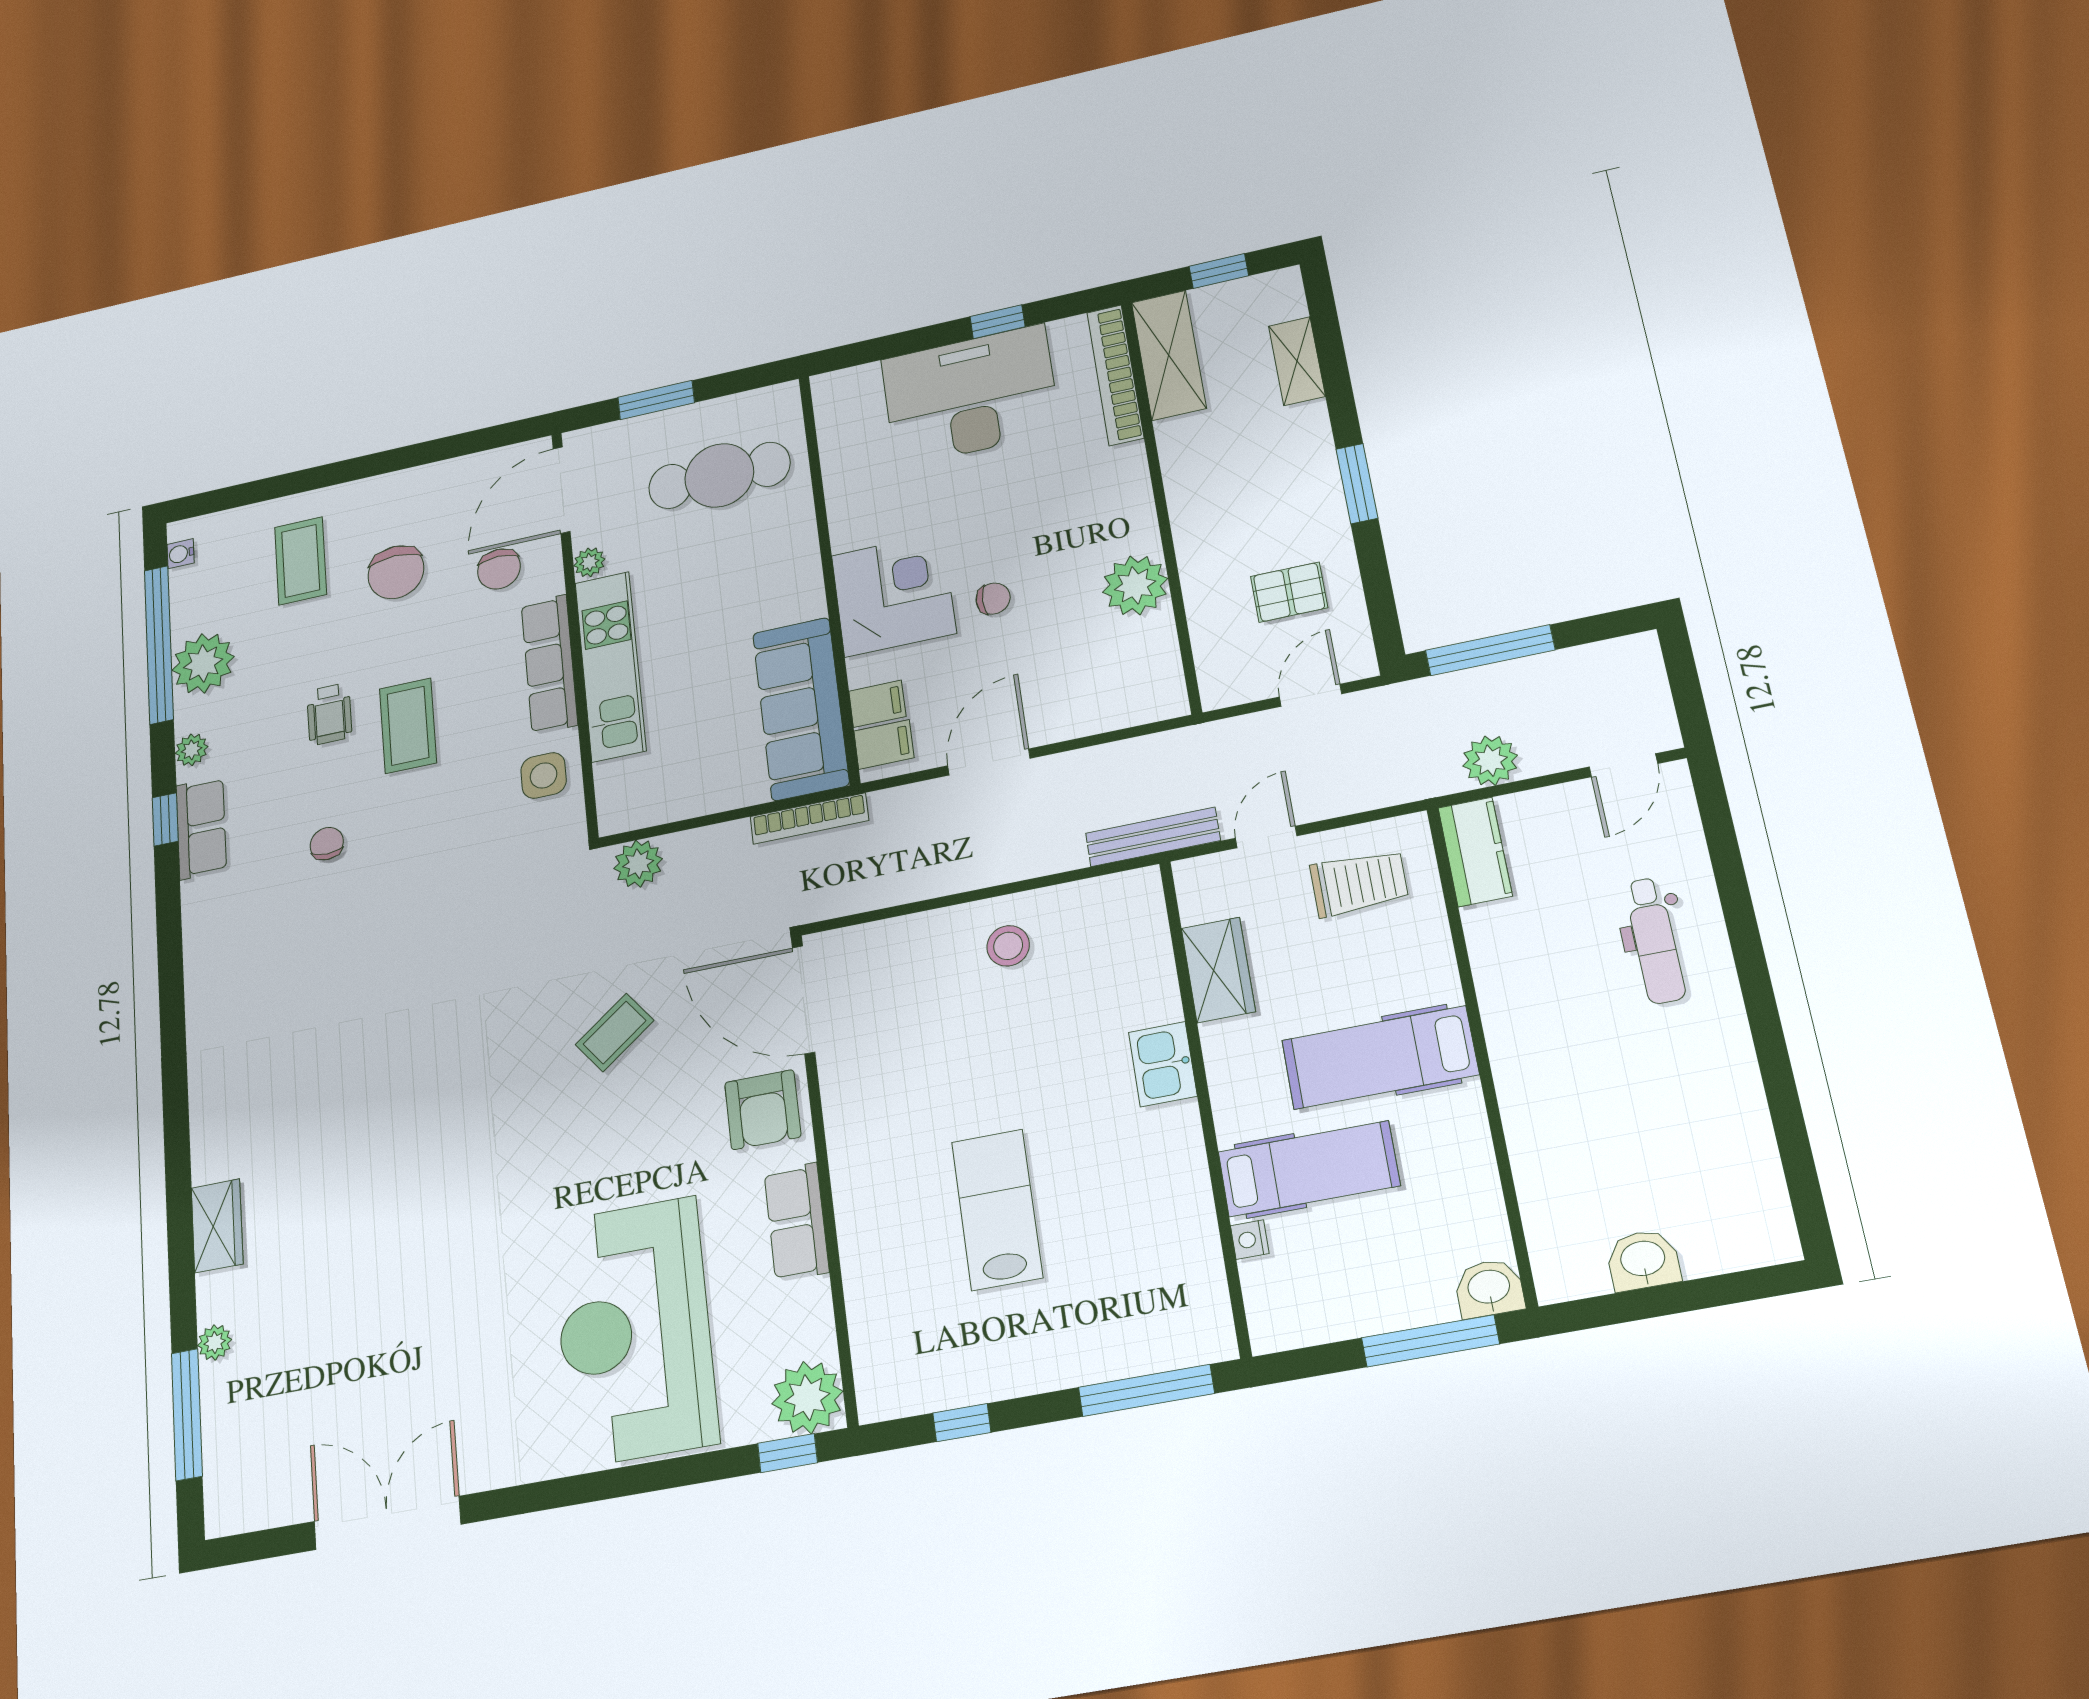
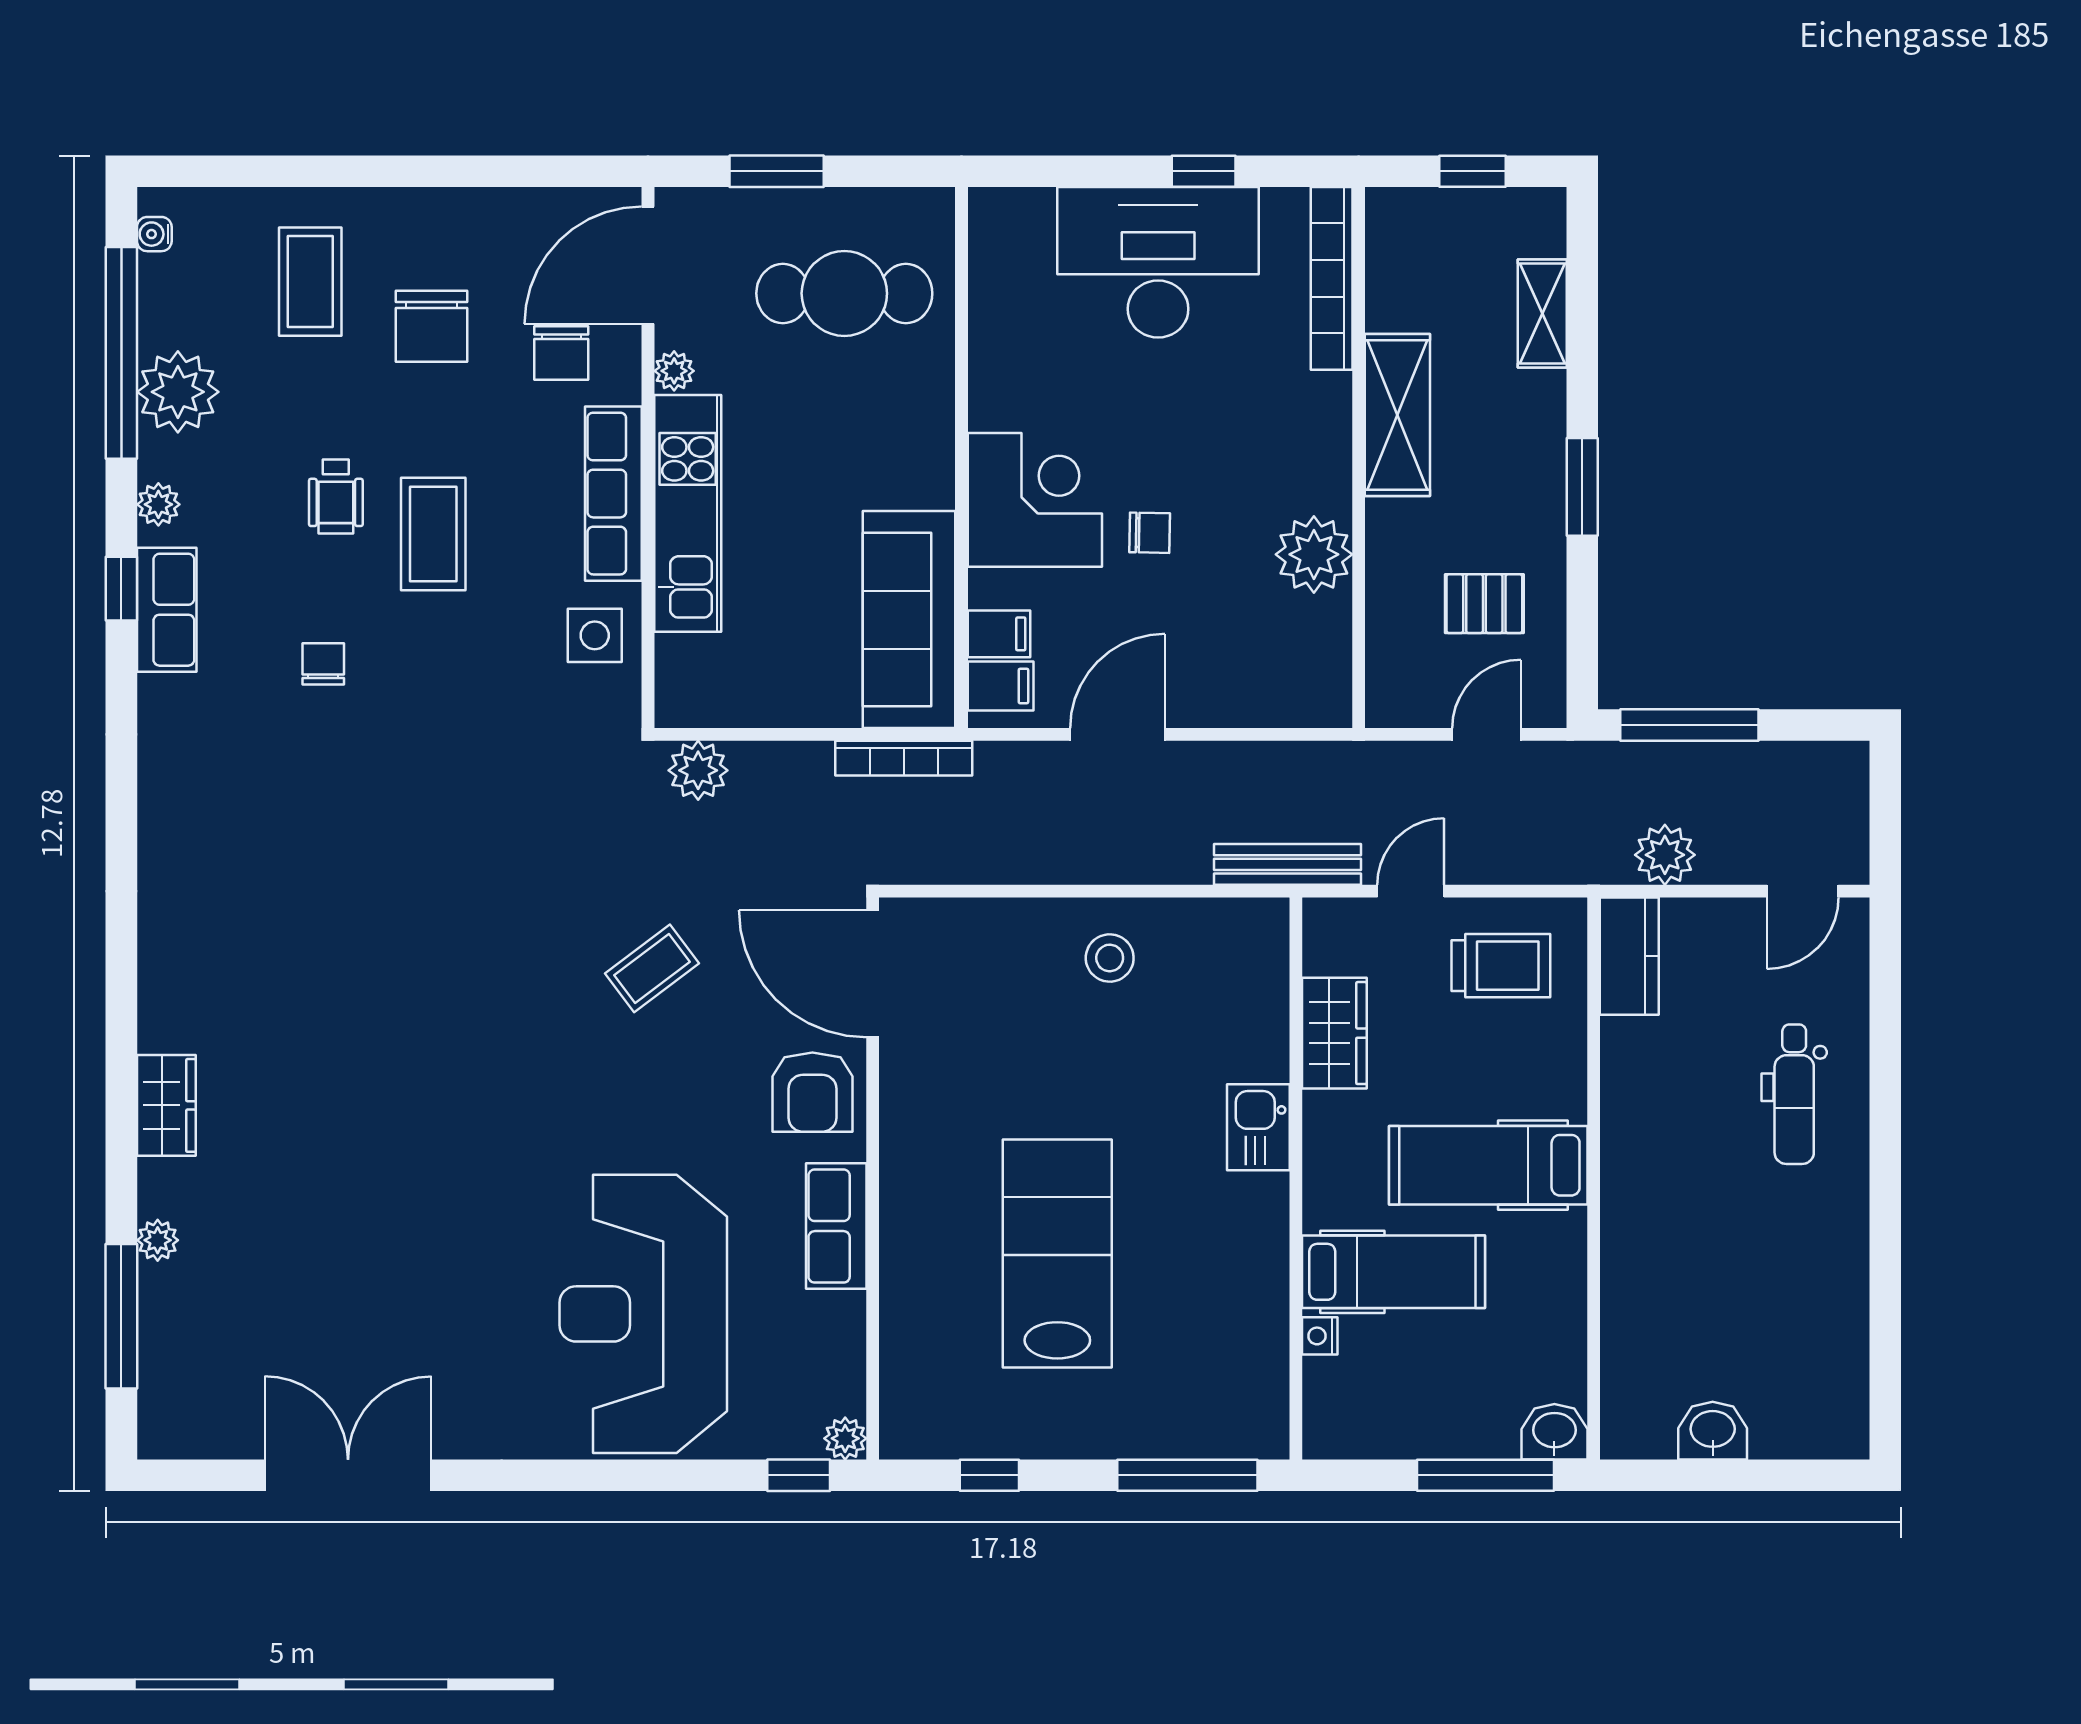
shelving: (1169, 355) -> (1397, 415), moved
lab bench: (997, 1210) -> (1057, 1254), width x1.36, depth x1.39
plant: (807, 1398) -> (845, 1438), width x0.53, depth x0.53

